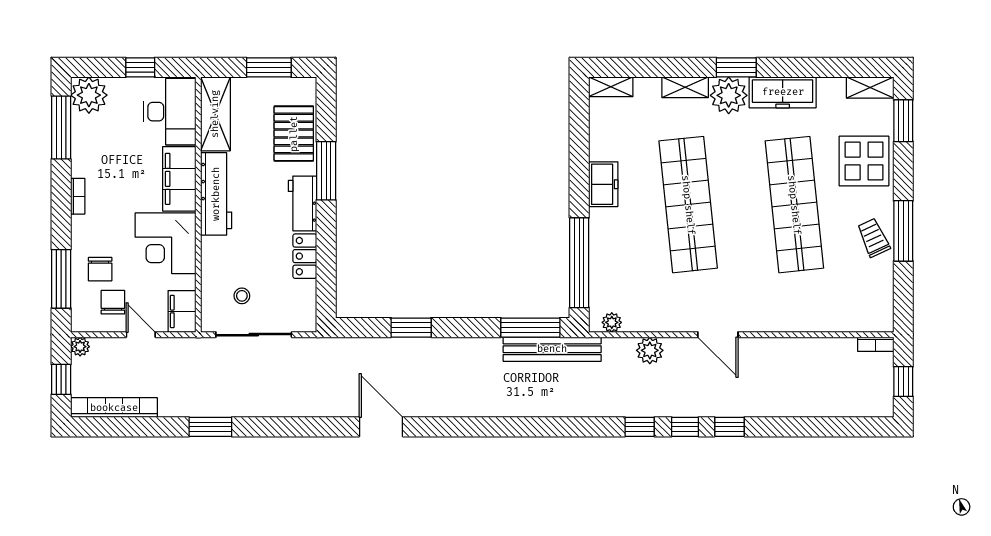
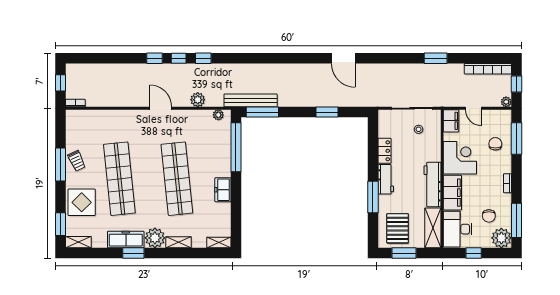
window: (736, 67) -> (133, 253), moved
pallet: (294, 134) -> (398, 228), moved
chair: (113, 302) -> (489, 216), moved

